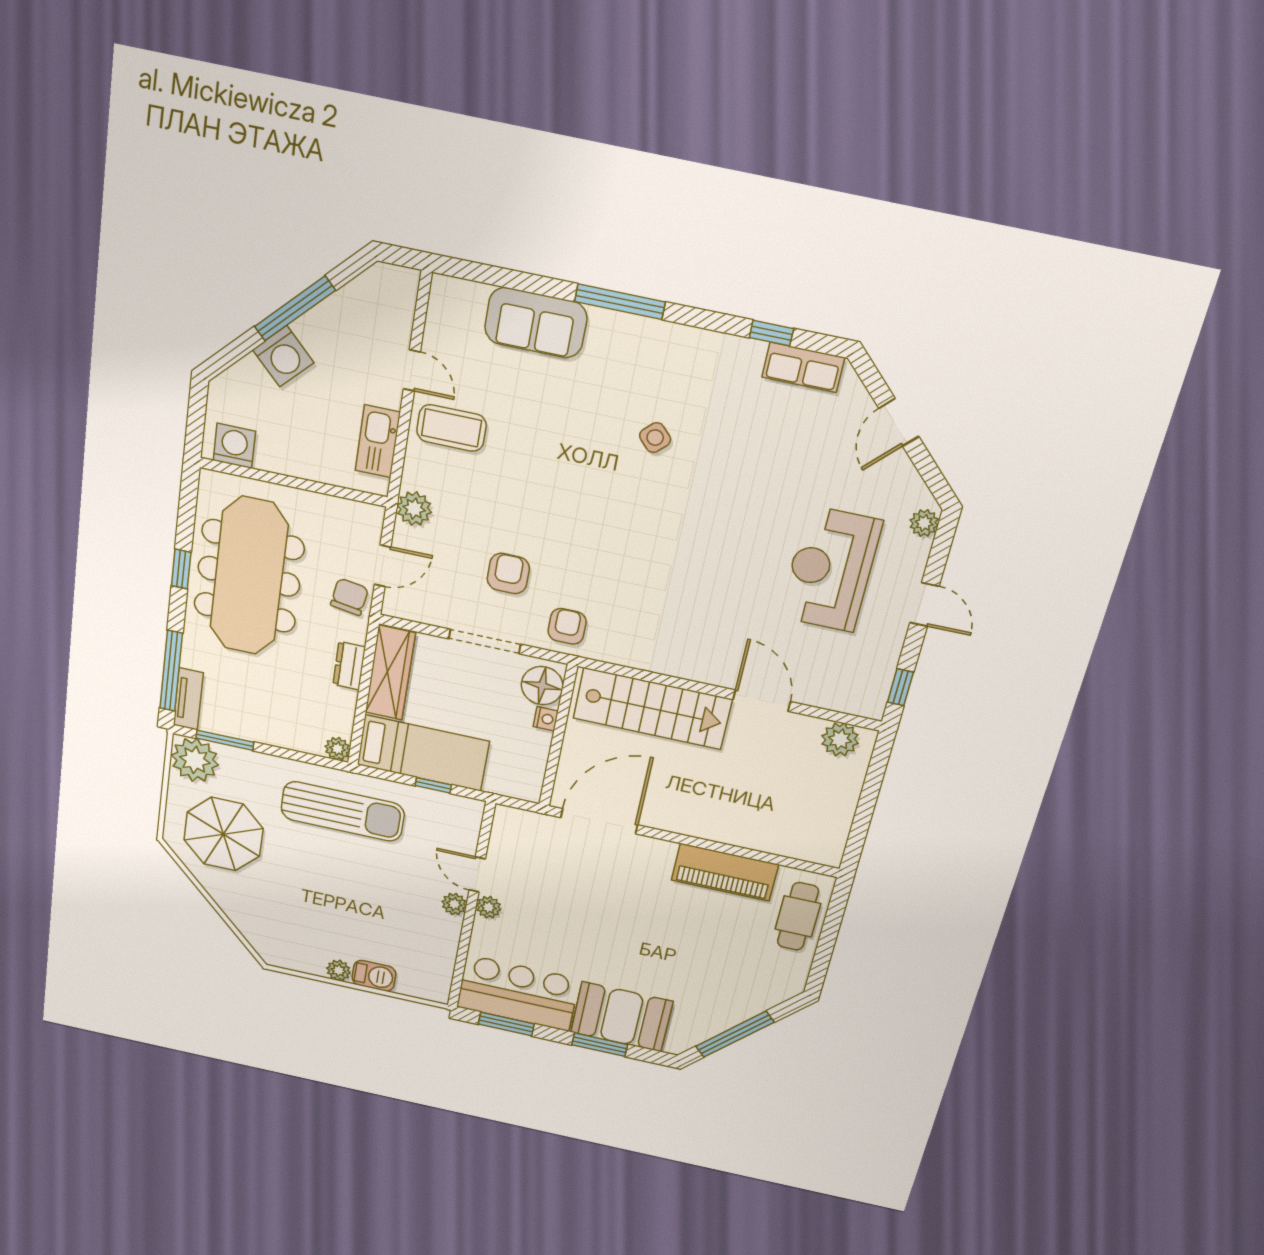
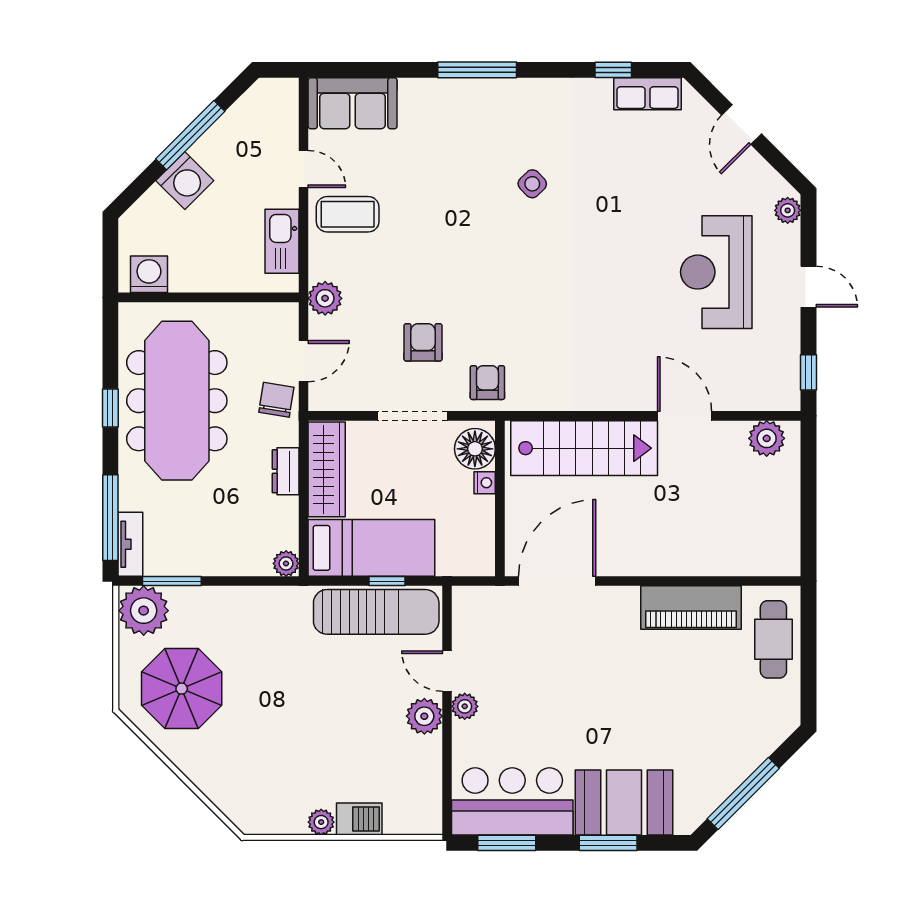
sofa: (536, 323) -> (353, 103), moved
sun lounger: (343, 811) -> (376, 612), moved
plant: (454, 904) -> (424, 716), width x1.38, depth x1.38

